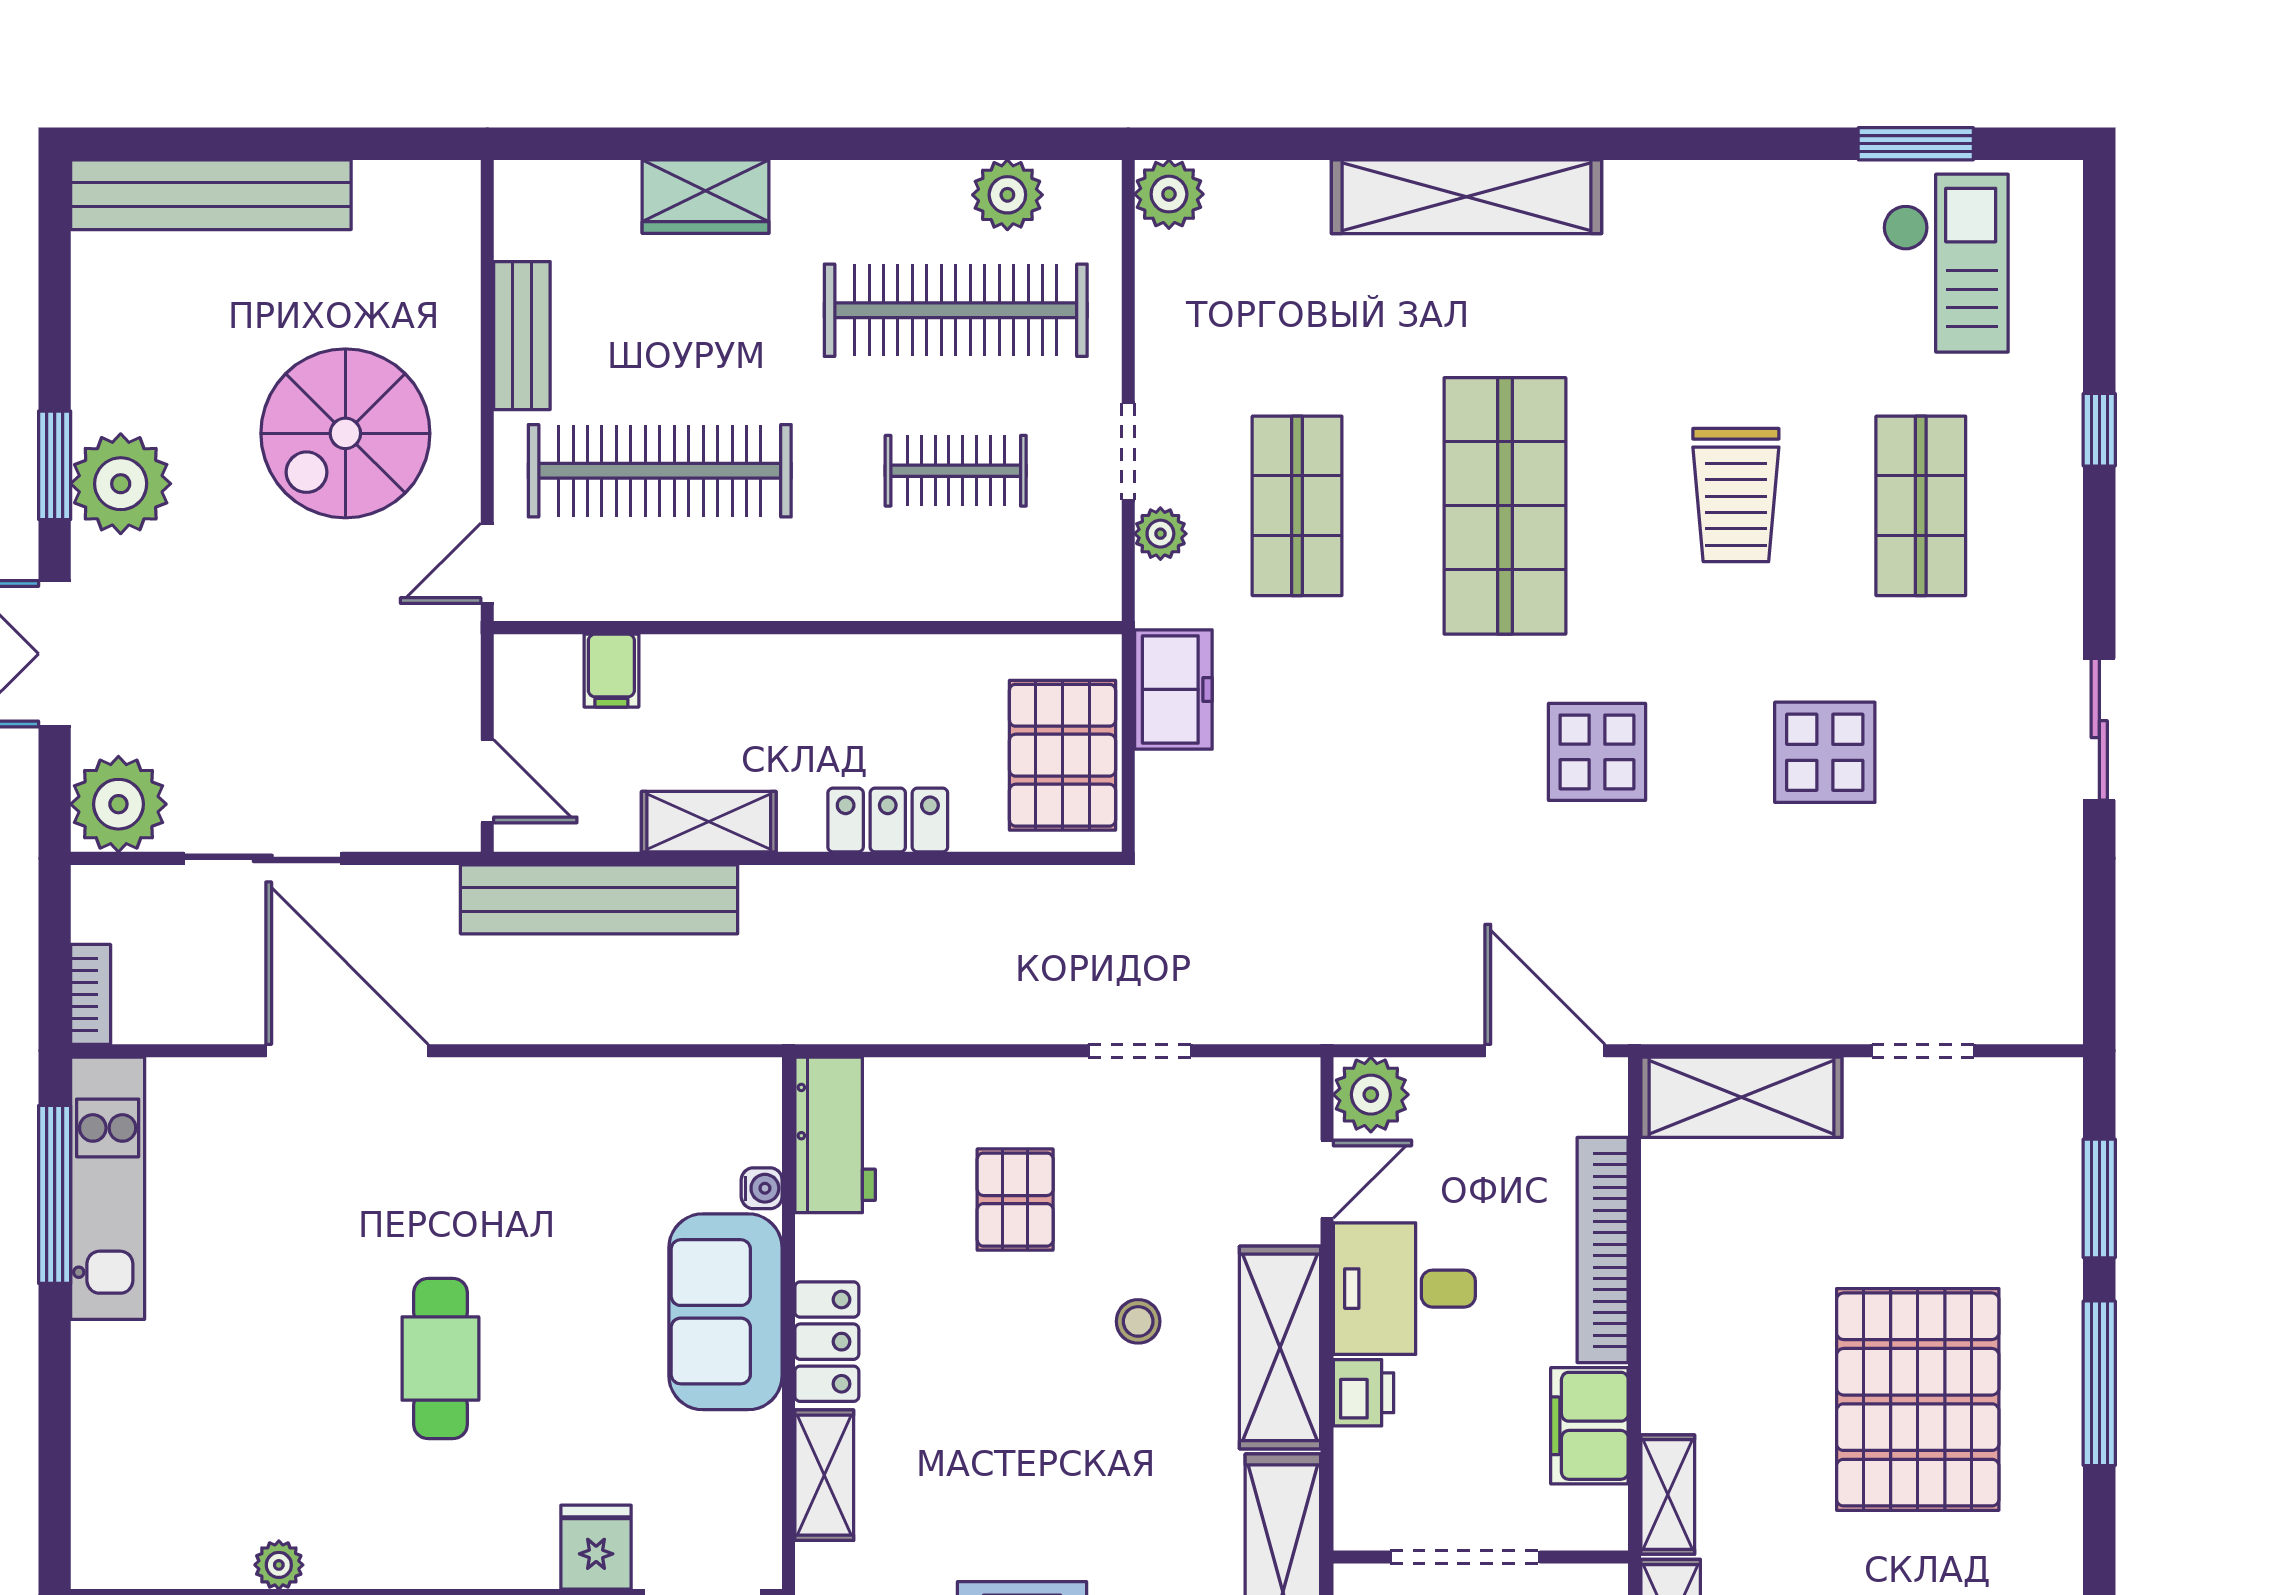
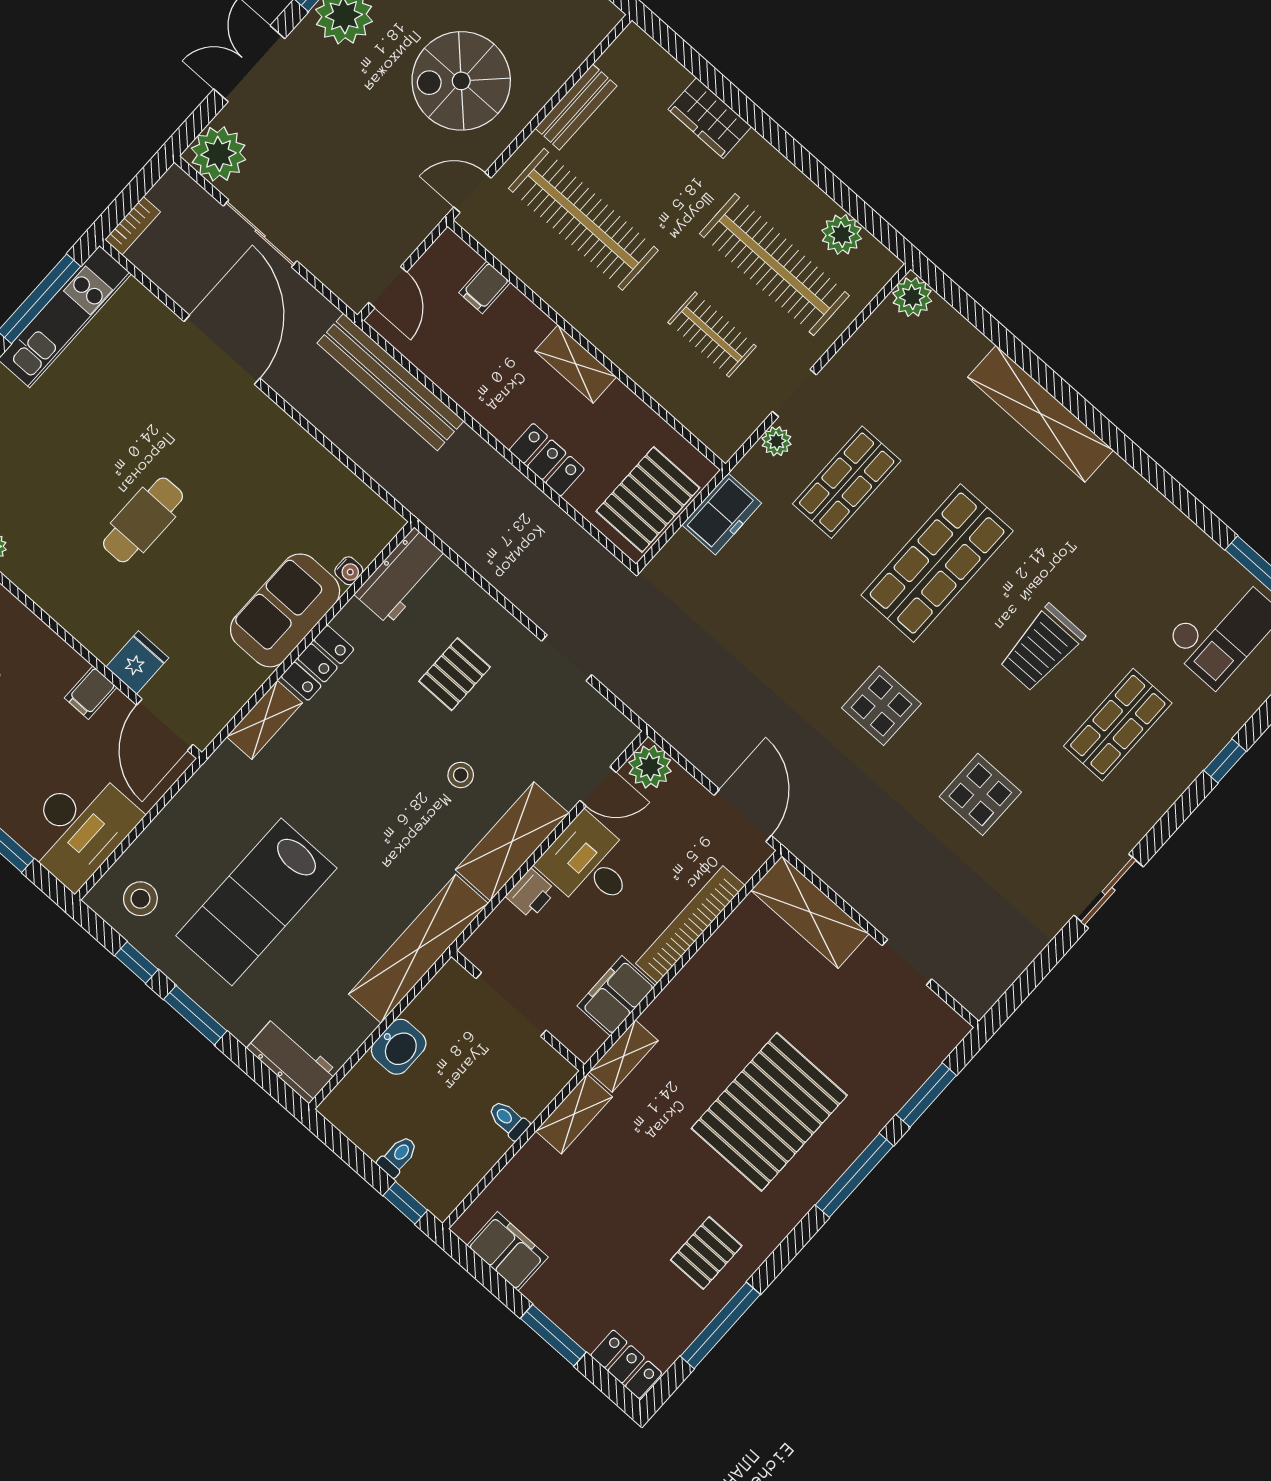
shelving: (709, 822) -> (576, 364), moved

